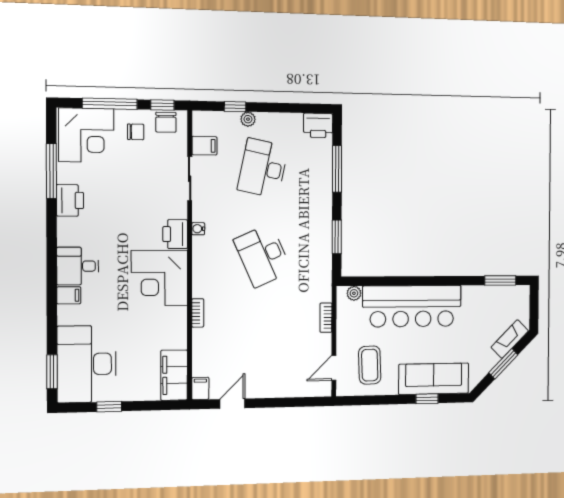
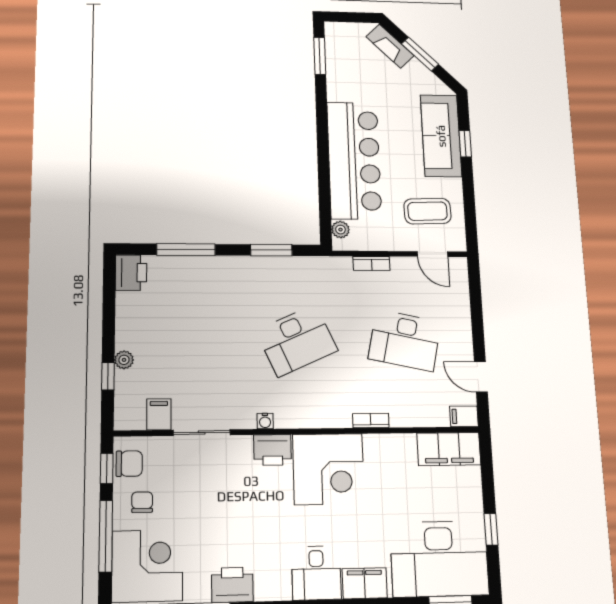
desk: (263, 168) -> (405, 340), moved
filing cabinet: (69, 295) -> (365, 583), width x2.00

